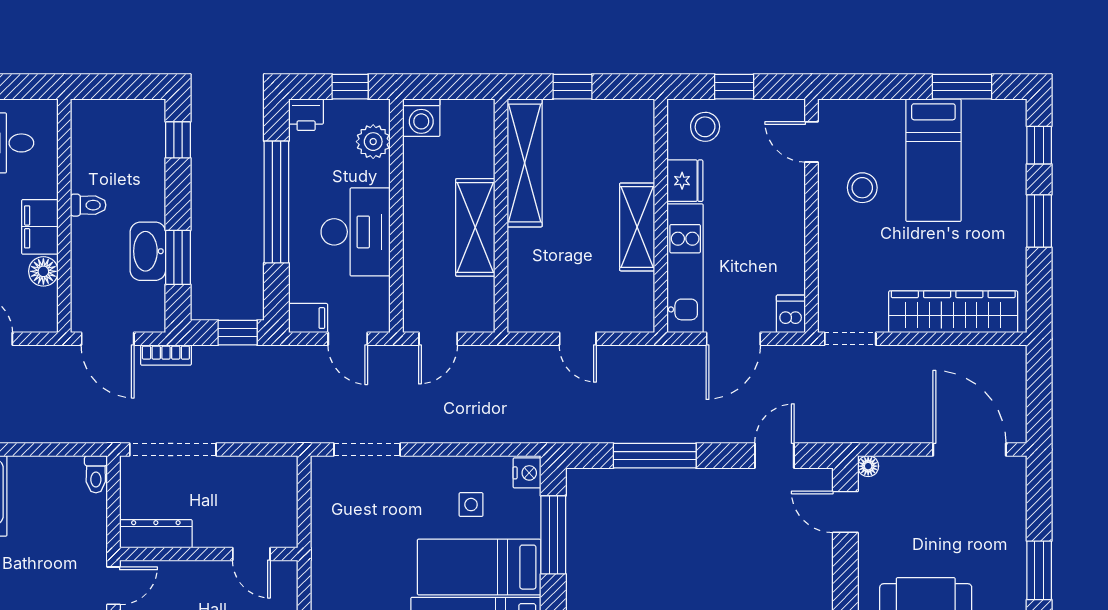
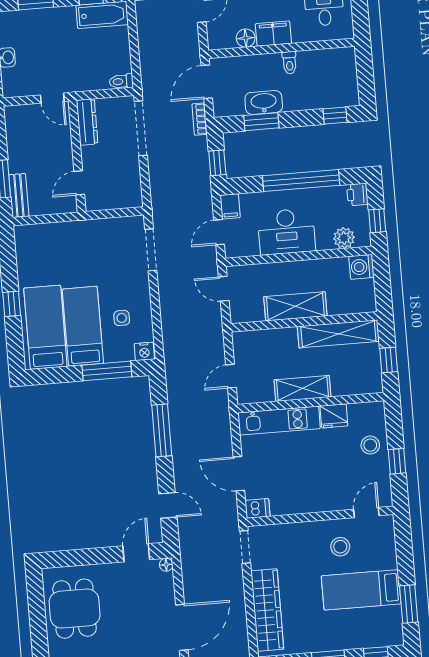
fridge: (685, 181) -> (334, 416), moved
wall: (661, 216) -> (311, 403), moved
shelving: (637, 227) -> (302, 388), moved
kitchen unit: (685, 268) -> (279, 421), moved

